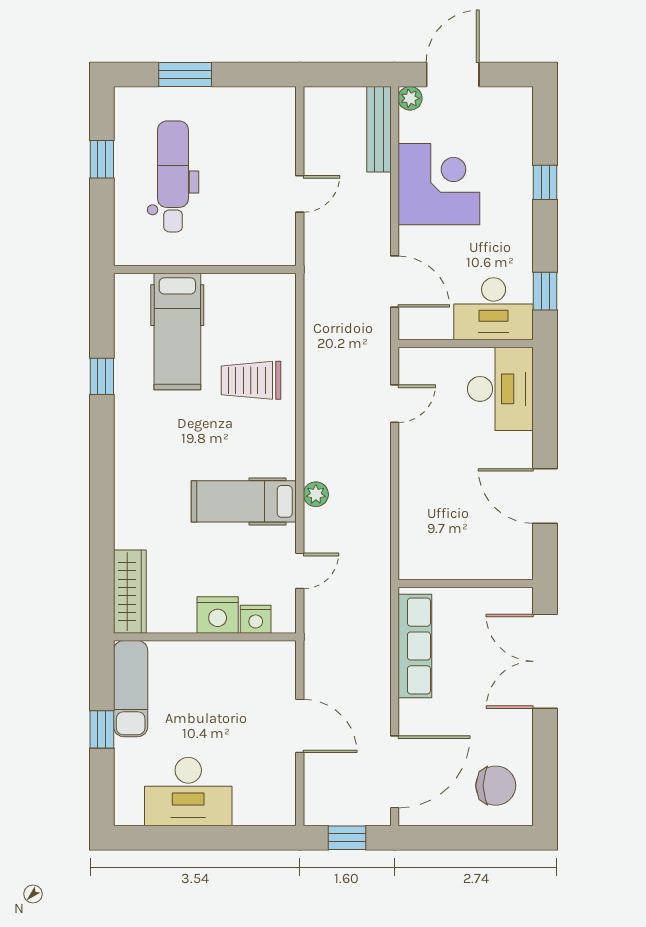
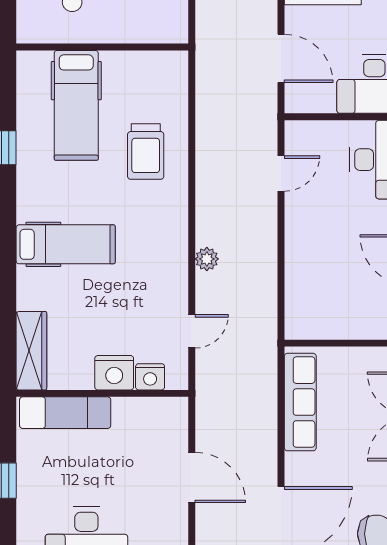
trolley: (251, 380) -> (146, 152), turned -90
hospital bed: (244, 501) -> (66, 244), moved, turned 180
exam couch: (131, 689) -> (65, 413), moved, turned 90

